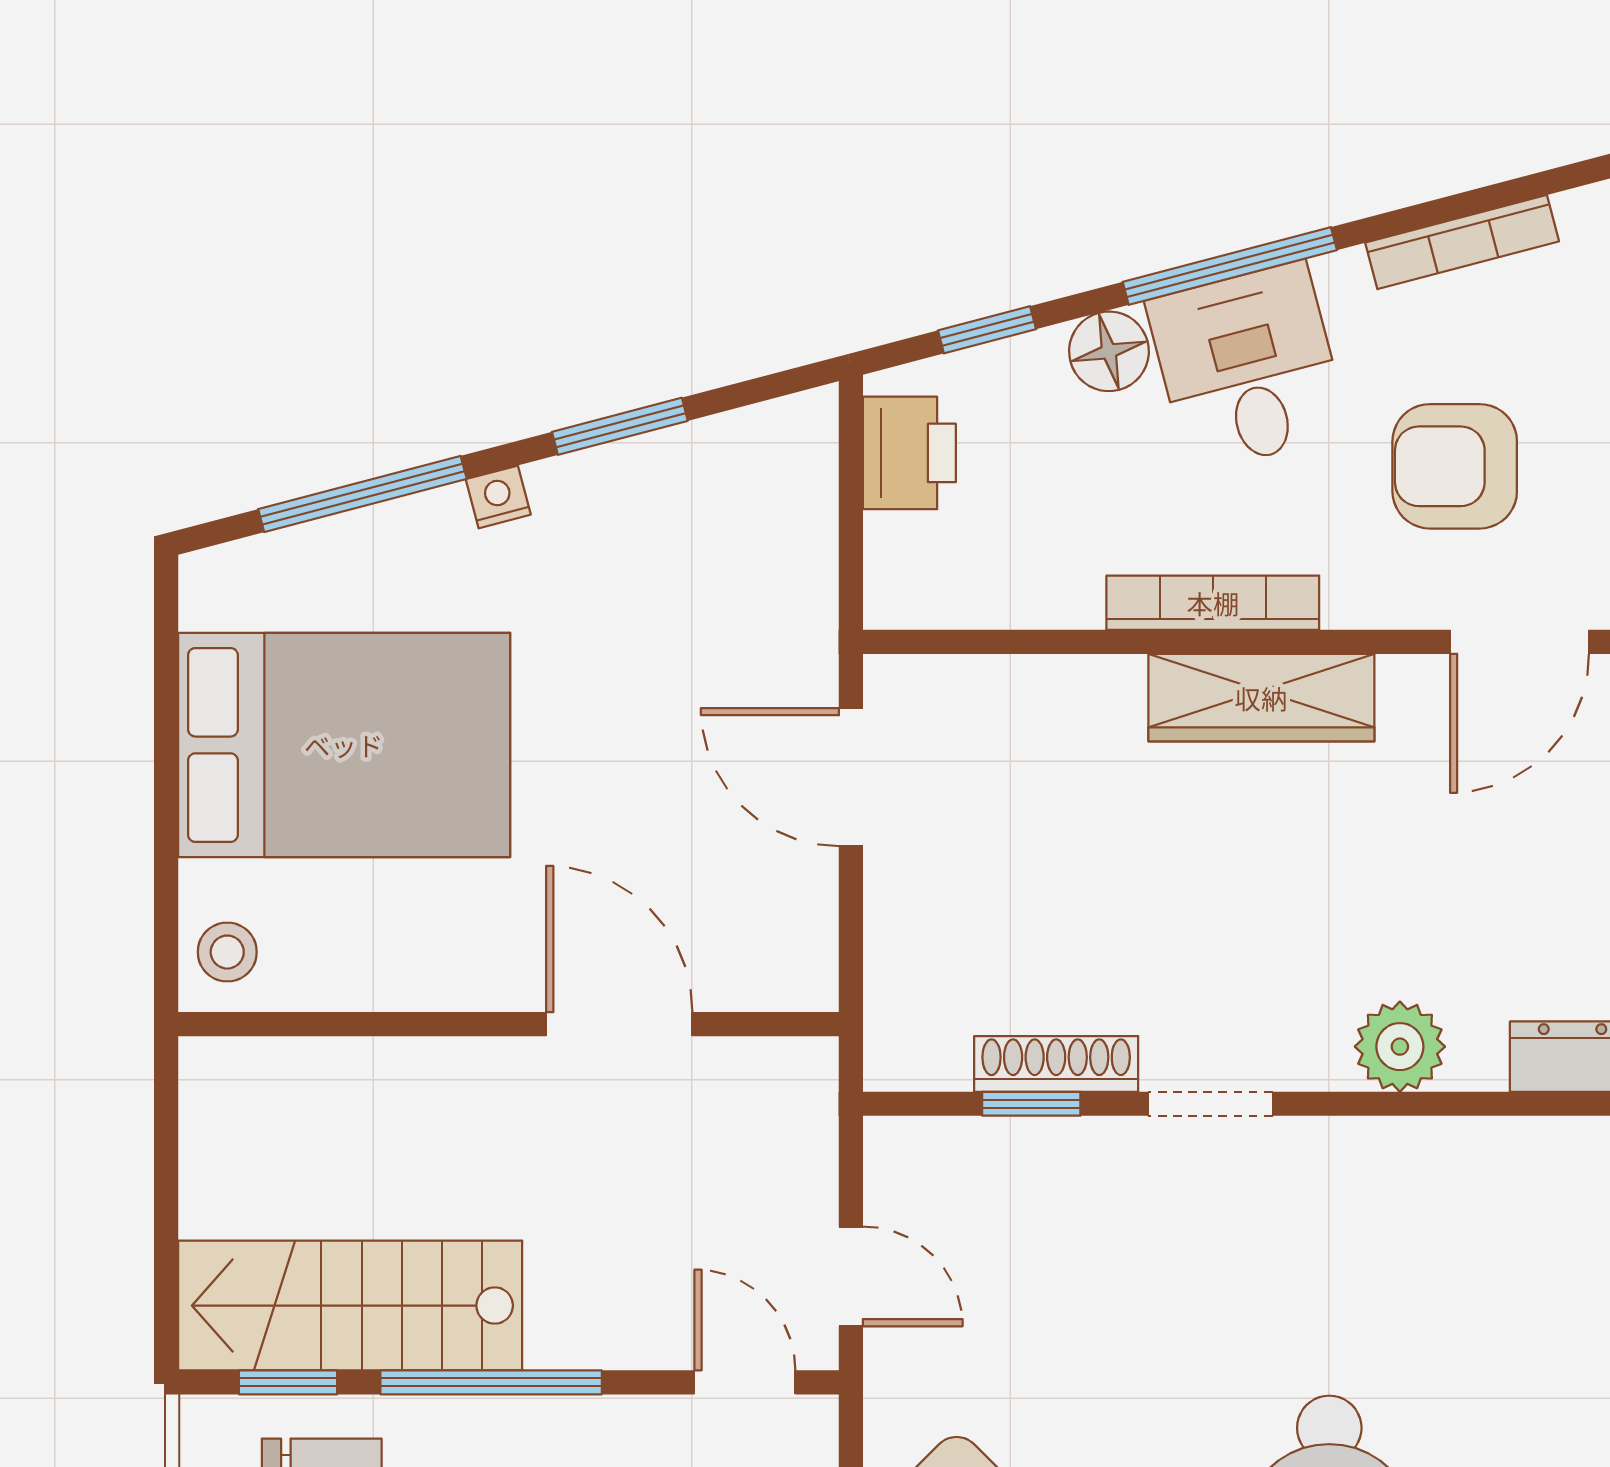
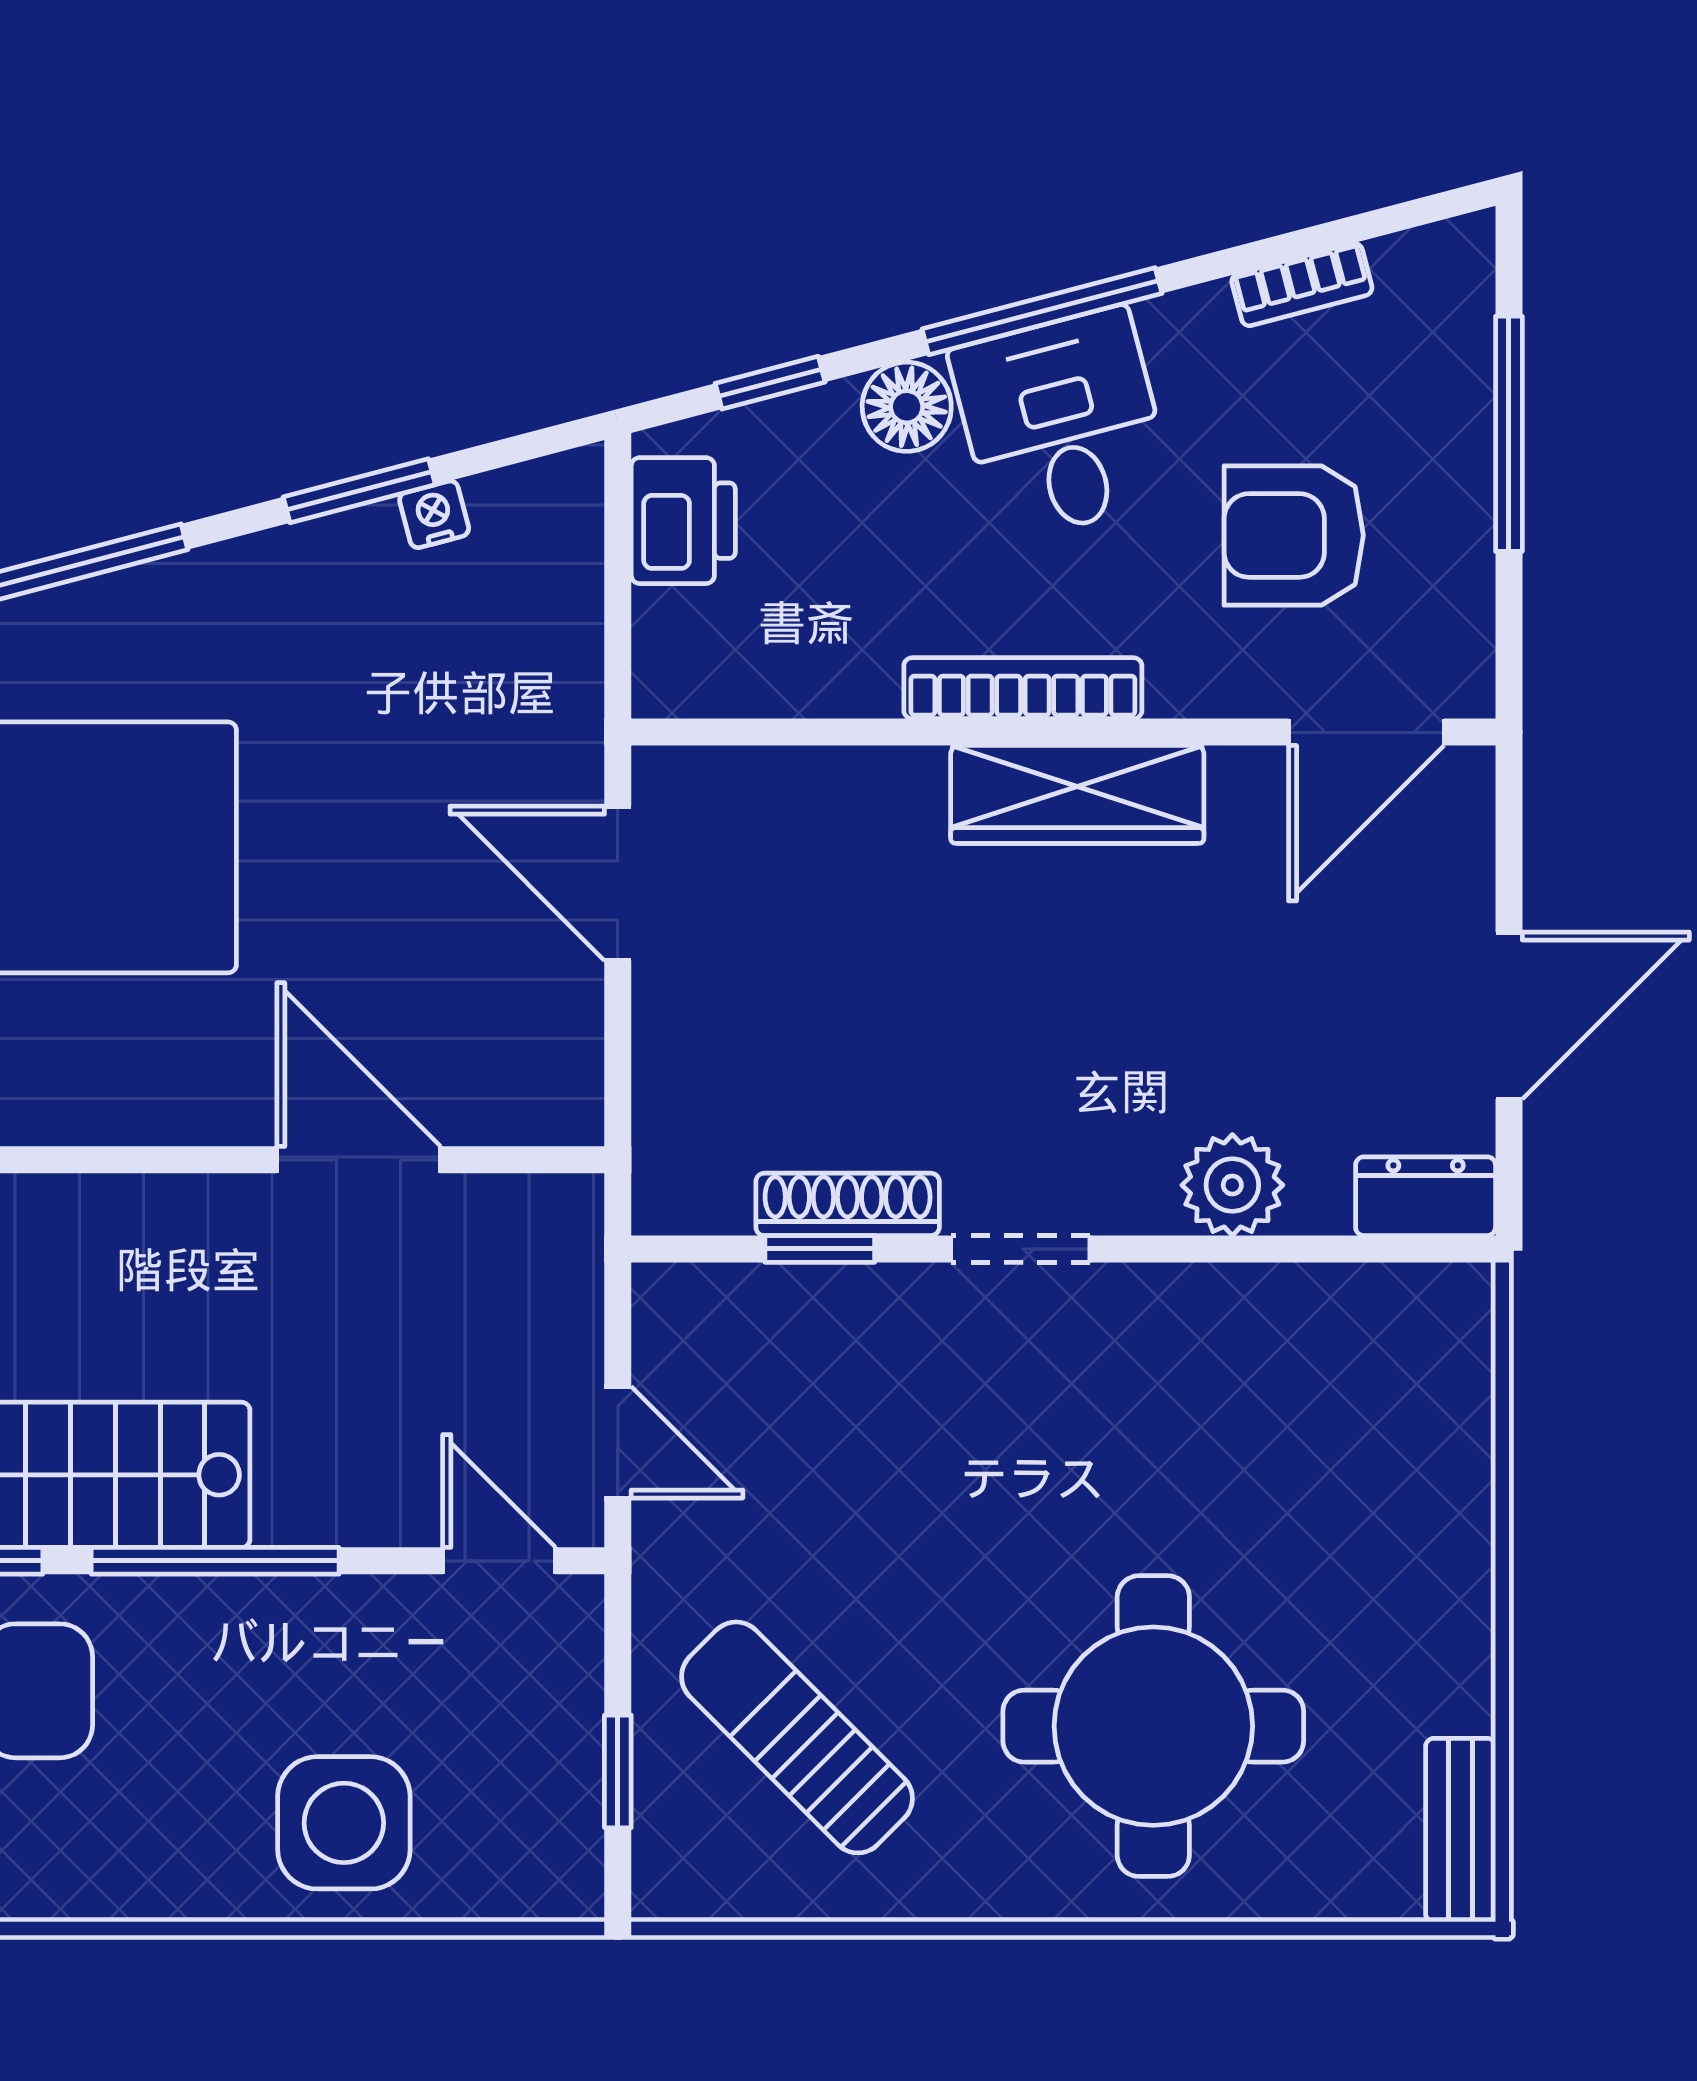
bookcase: (1462, 242) -> (1302, 285), width x0.64
nightstand: (498, 497) -> (434, 514), moved

